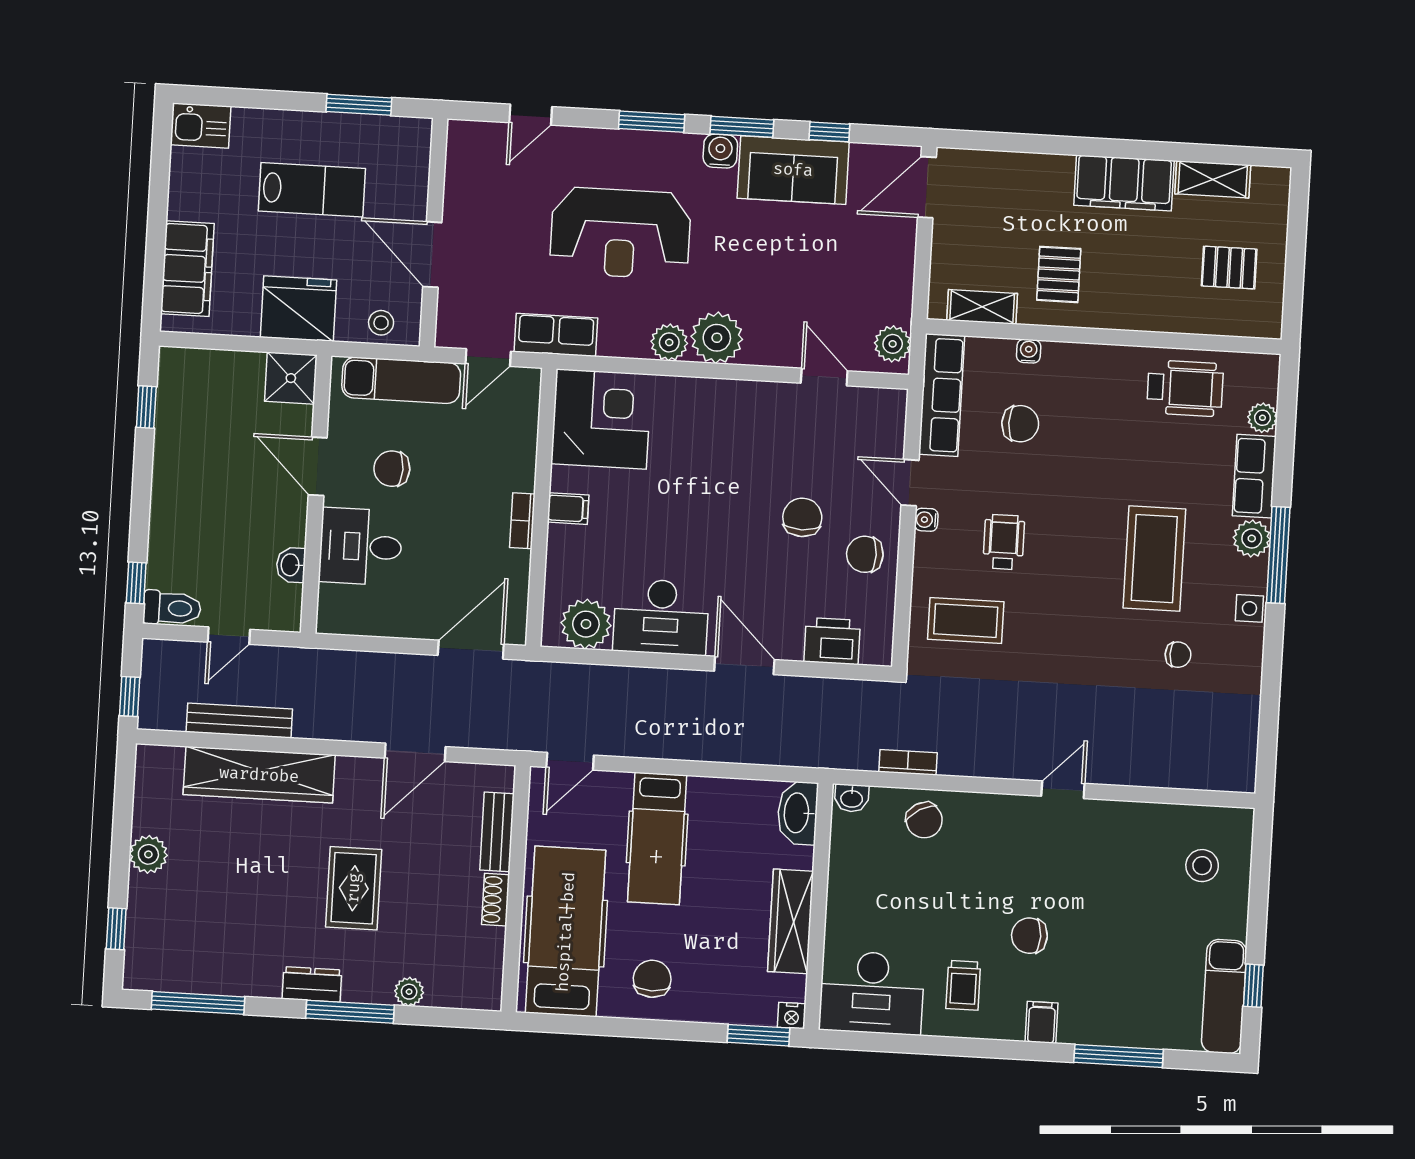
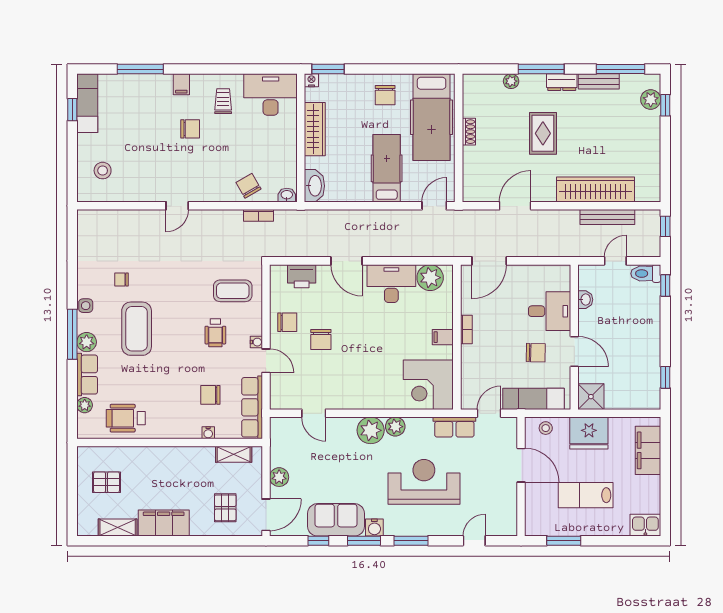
pallet: (1059, 274) -> (225, 508), moved
plant: (893, 344) -> (279, 477), moved
bench: (497, 832) -> (599, 81), moved, turned 90
plant: (148, 854) -> (651, 99), moved

